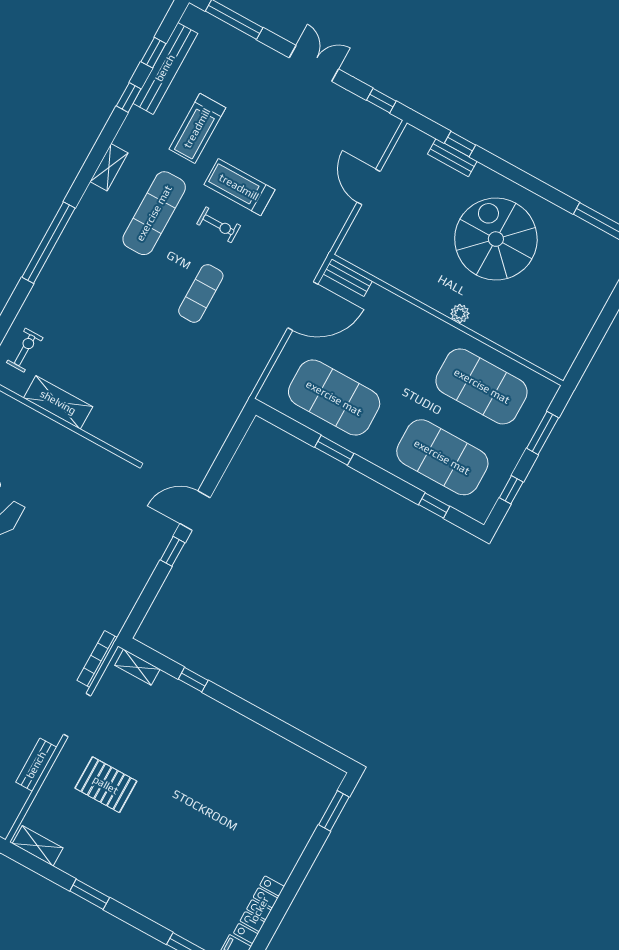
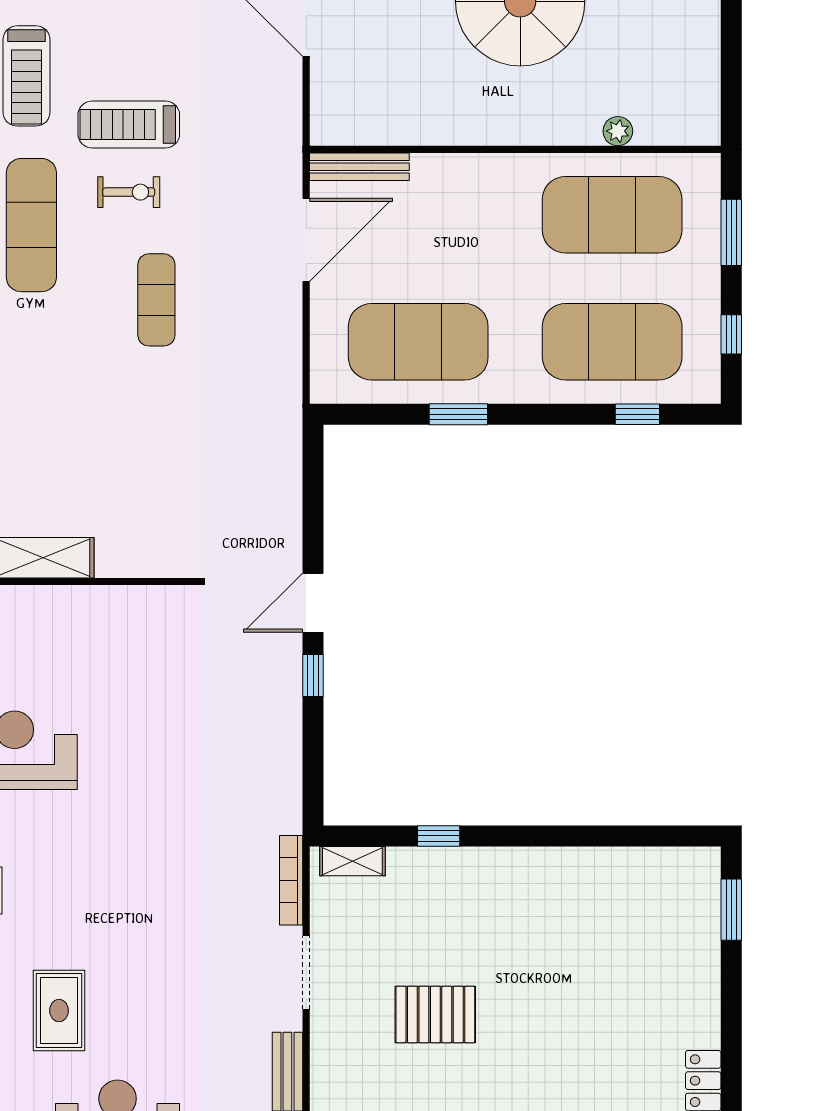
bench: (348, 278) -> (359, 167), width x1.36
plant: (460, 314) -> (618, 131), moved
pallet: (106, 785) -> (435, 1014), moved

